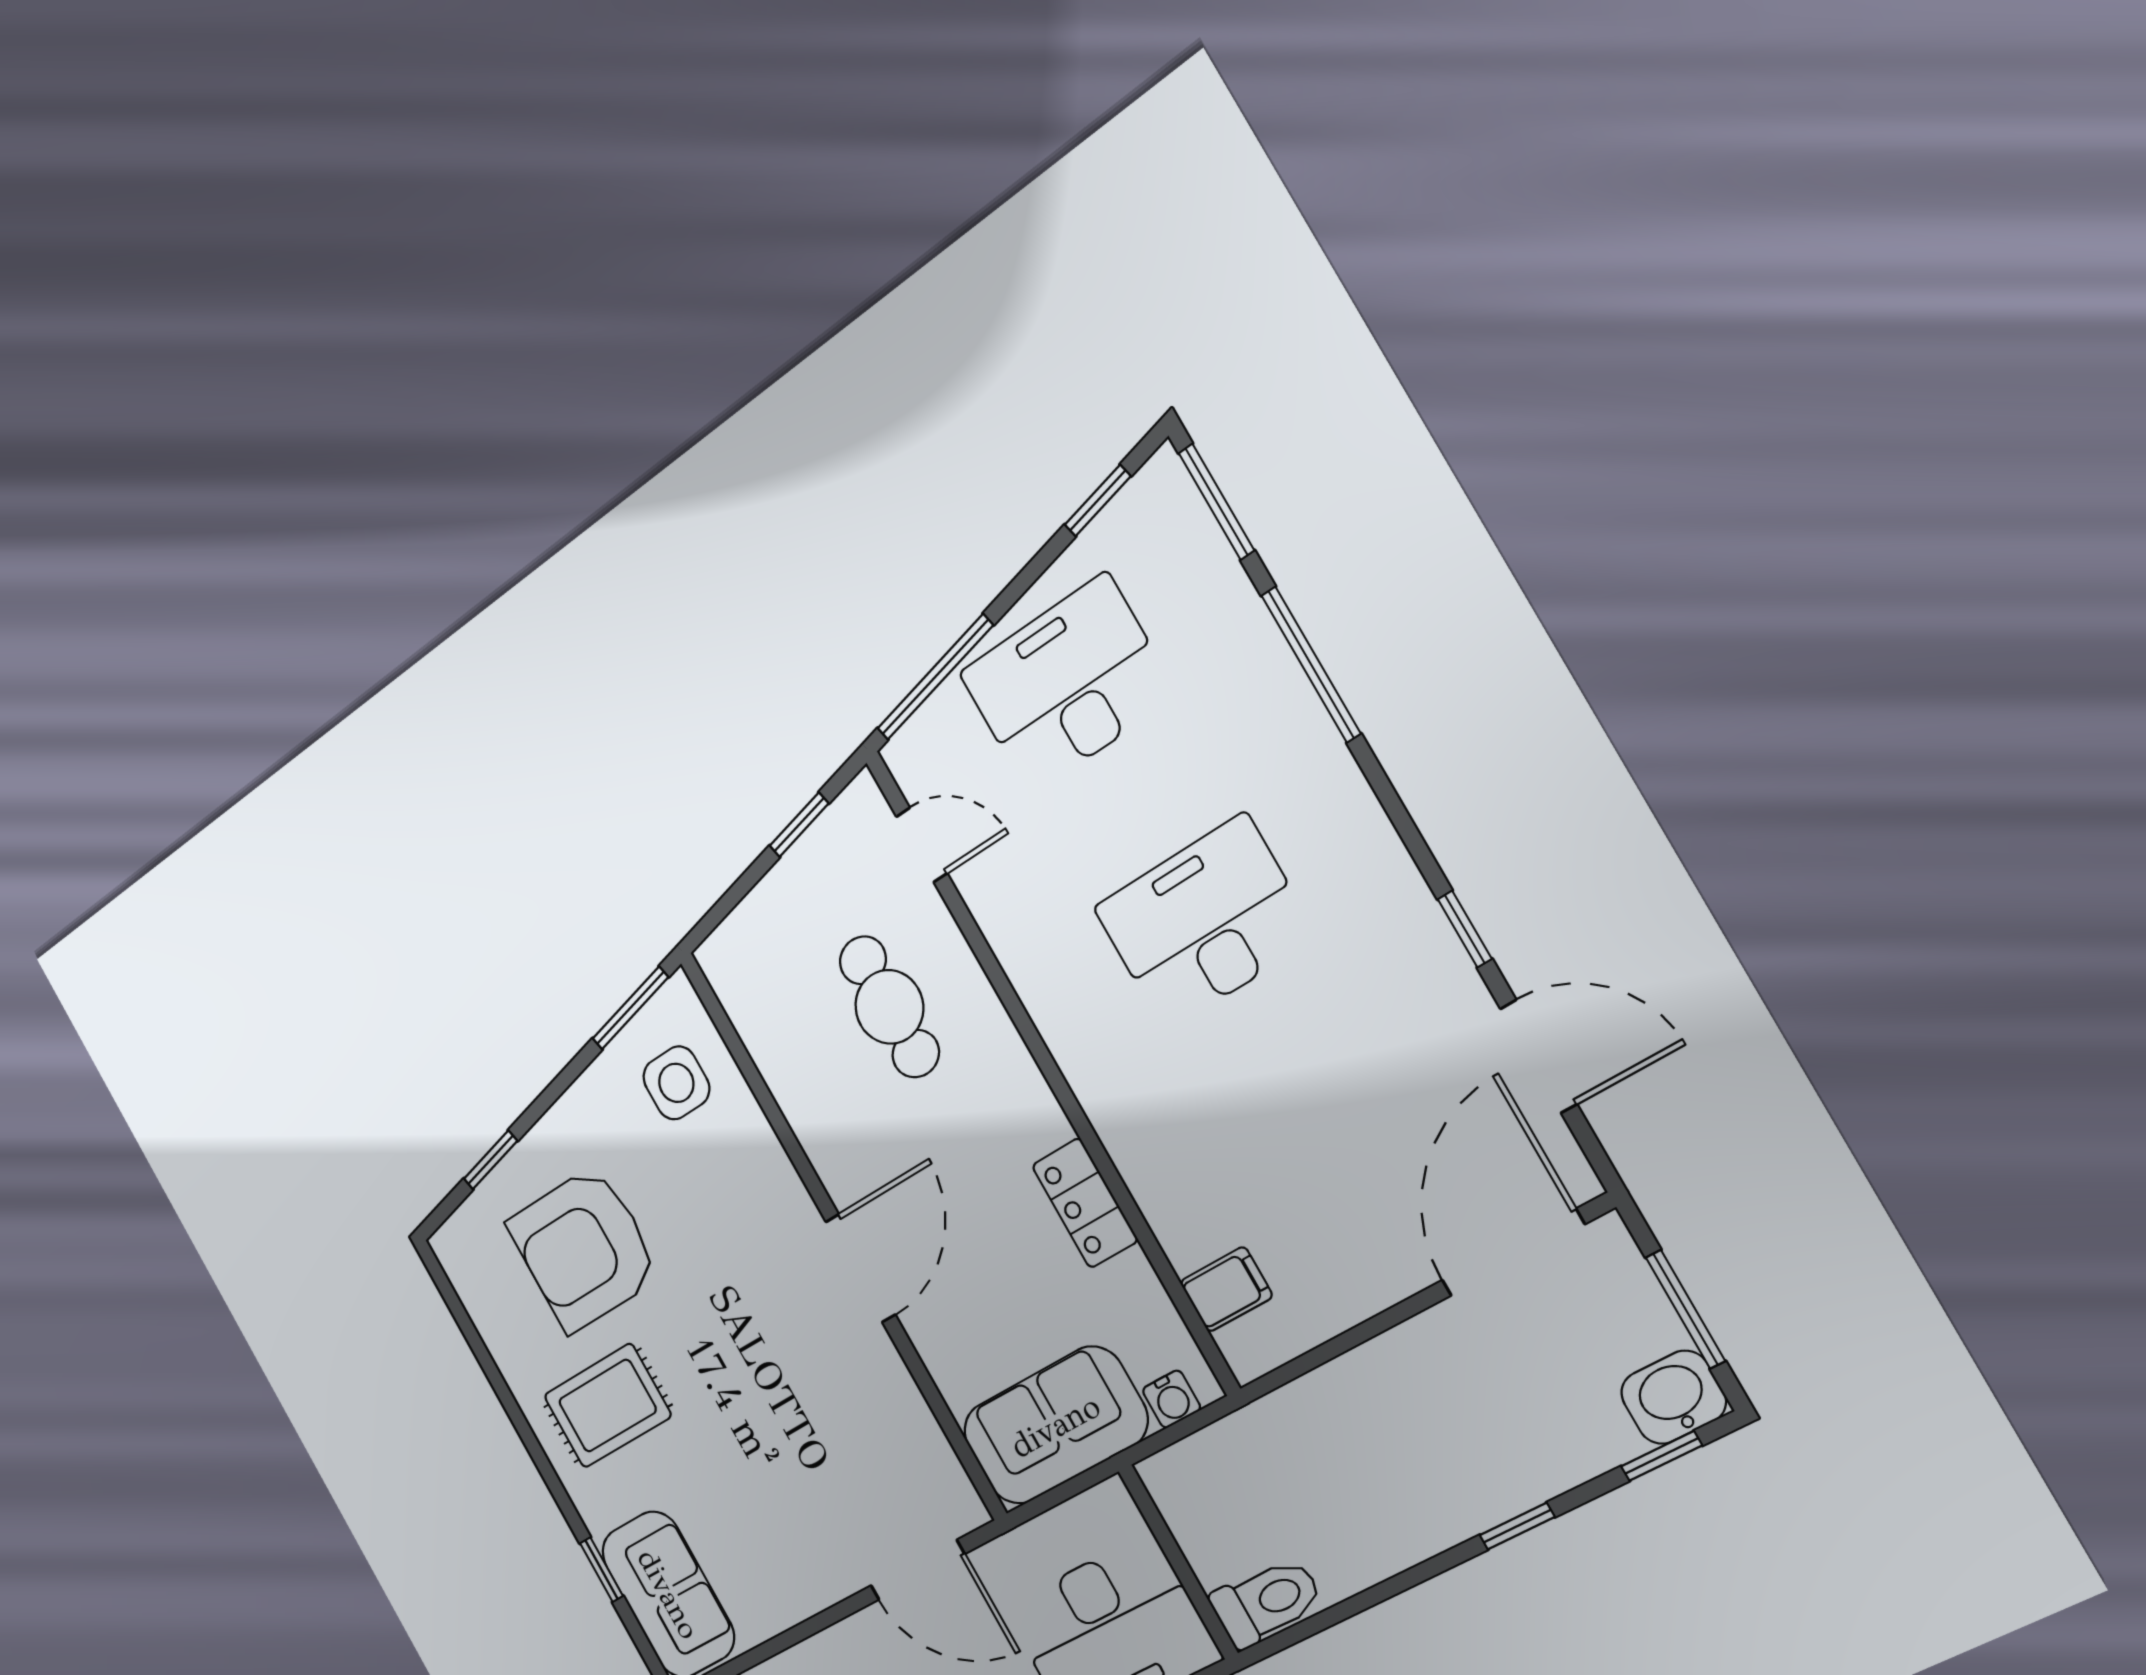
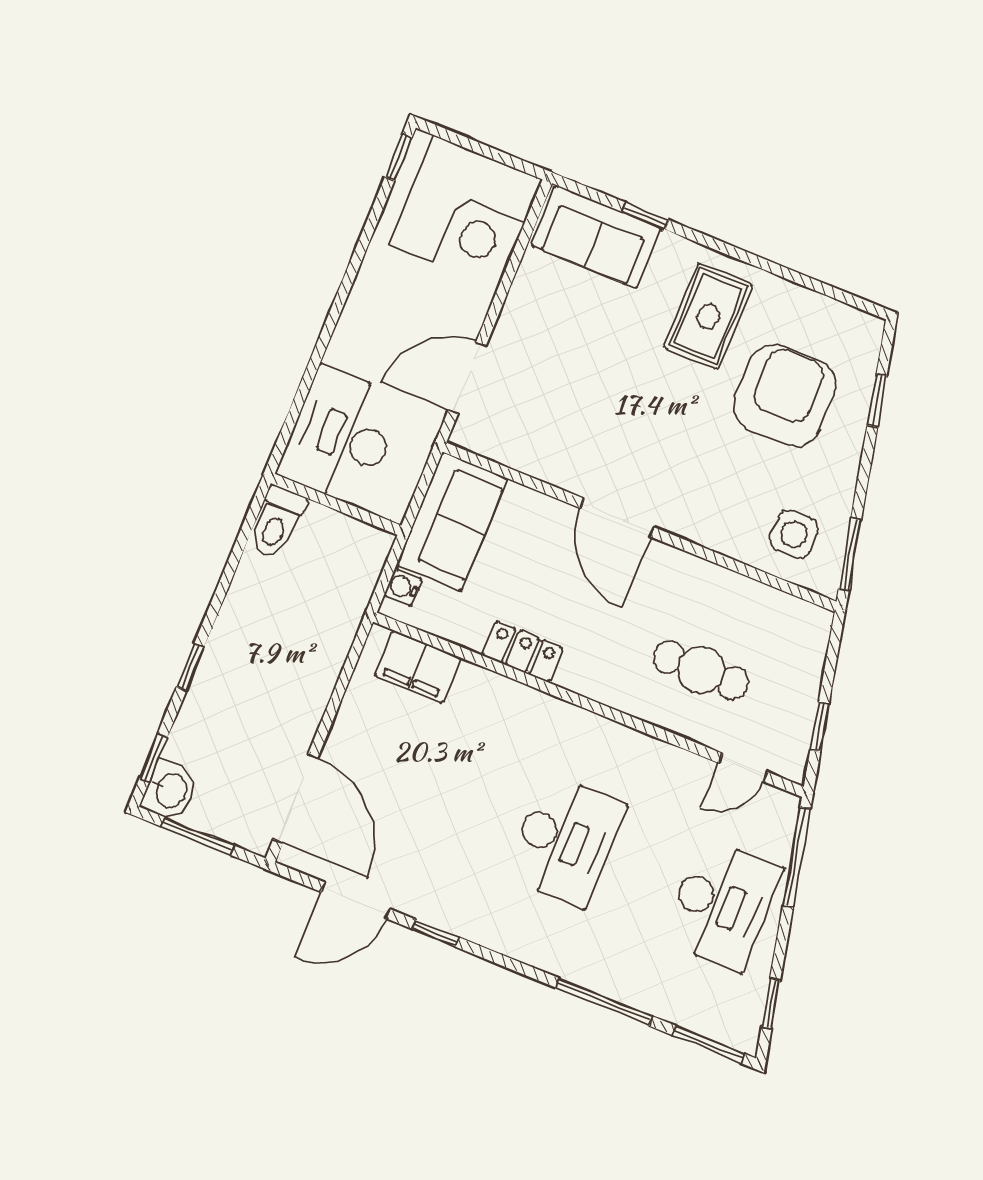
filing cabinet: (1226, 1289) -> (418, 667), width x2.00

